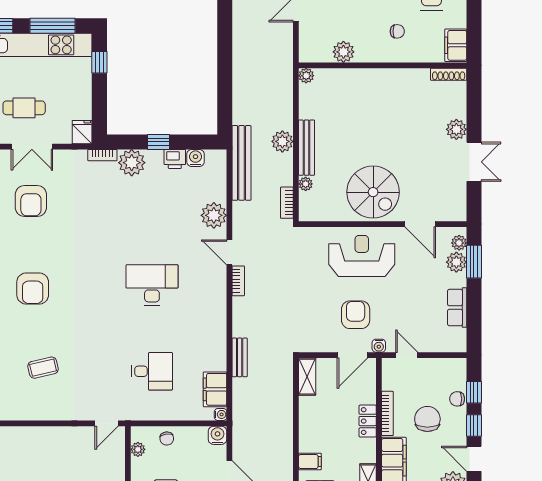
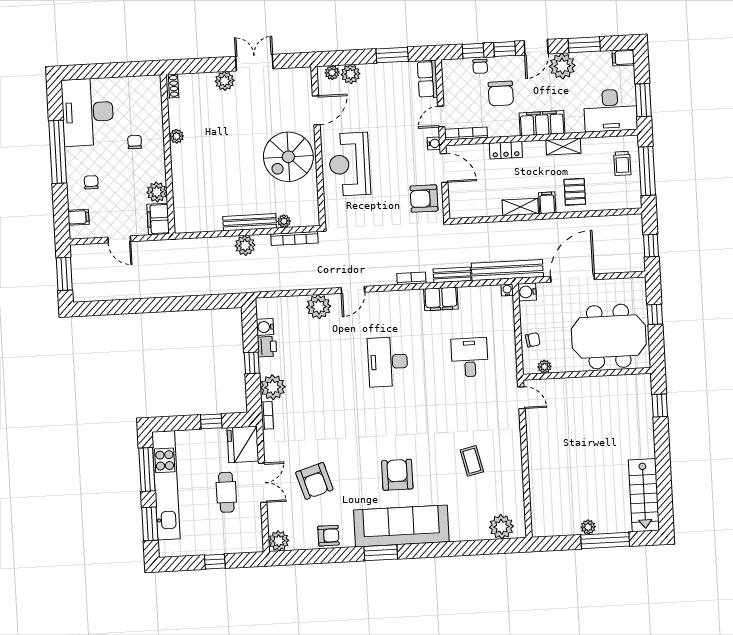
filing cabinet: (456, 45) -> (158, 219), moved, turned 90
window: (99, 62) -> (211, 421), moved
shoe rack: (449, 74) -> (172, 86), width x0.70
plant: (306, 76) -> (176, 136), moved
fridge: (82, 132) -> (243, 444), width x1.88, depth x1.34
bench: (242, 163) -> (507, 270), moved
spiral stairs: (373, 192) -> (288, 157), turned 180
armchair: (31, 201) -> (314, 481), turned 73
bookcase: (287, 203) -> (294, 238), width x1.56
window: (474, 262) -> (392, 55), moved
bookcase: (238, 281) -> (411, 278), moved
armchair: (33, 288) -> (397, 475), turned -90
row of seats: (457, 308) -> (428, 79), moved, turned 90
armchair: (356, 315) -> (424, 199), moved
shelving: (307, 377) -> (520, 207), moved
filing cabinet: (215, 389) -> (441, 299), moved
bookcase: (387, 413) -> (466, 133), moved
chair: (427, 419) -> (501, 94), turned -90

